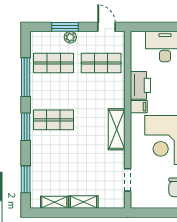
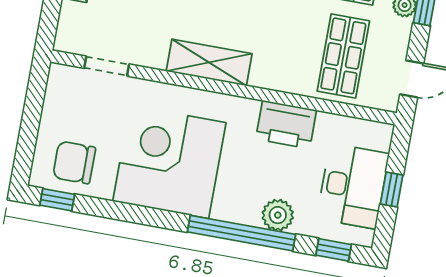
window: (163, 27) -> (392, 190), added
filing cabinet: (139, 107) -> (245, 114), removed

